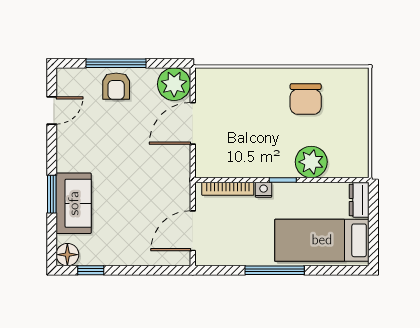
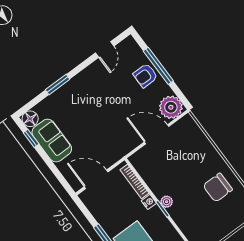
door: (52, 111) -> (105, 49), hinge flipped
plant: (311, 162) -> (167, 202), moved, width x0.53, depth x0.53
sofa: (74, 203) -> (52, 141), moved, turned -90

